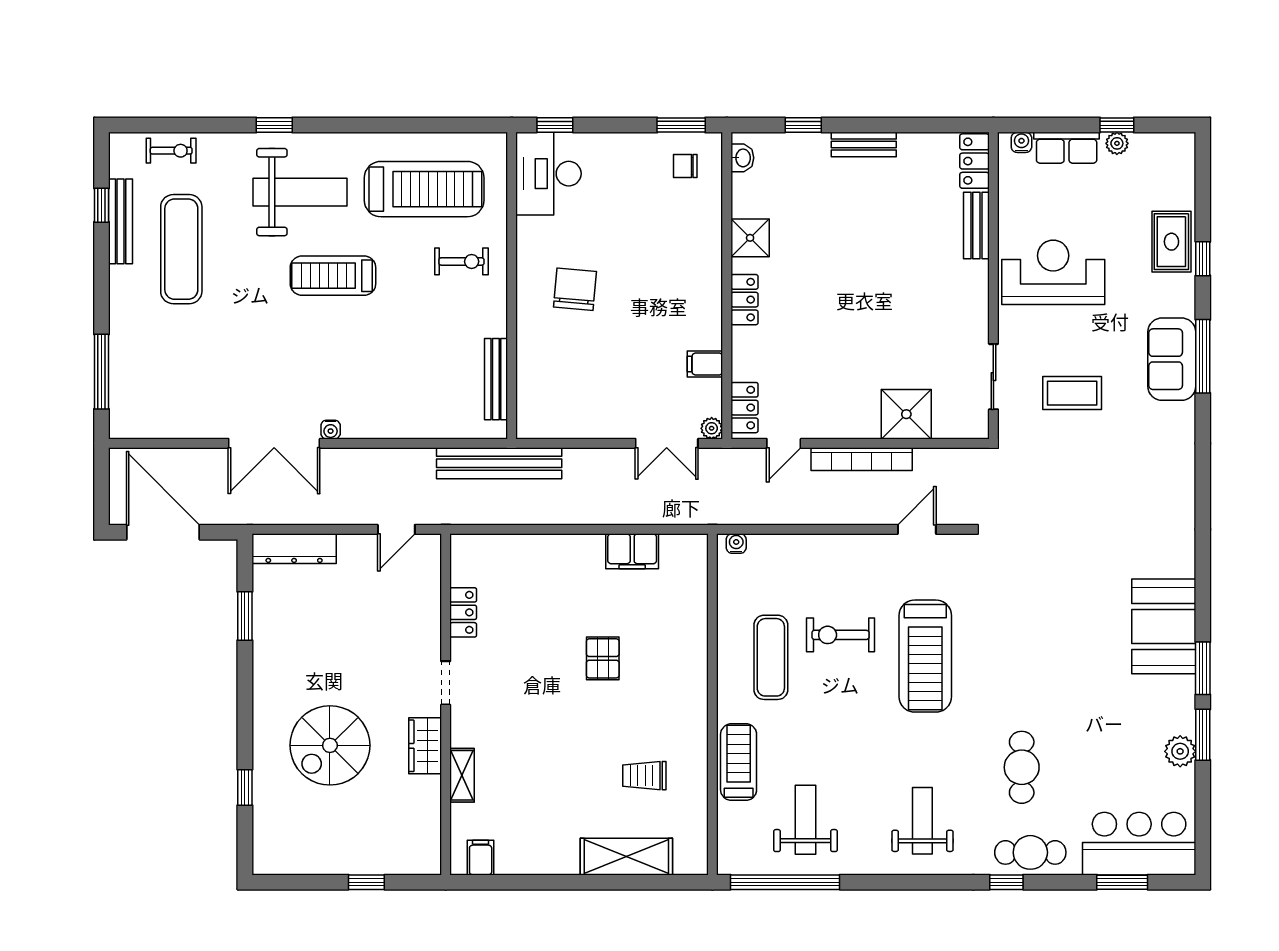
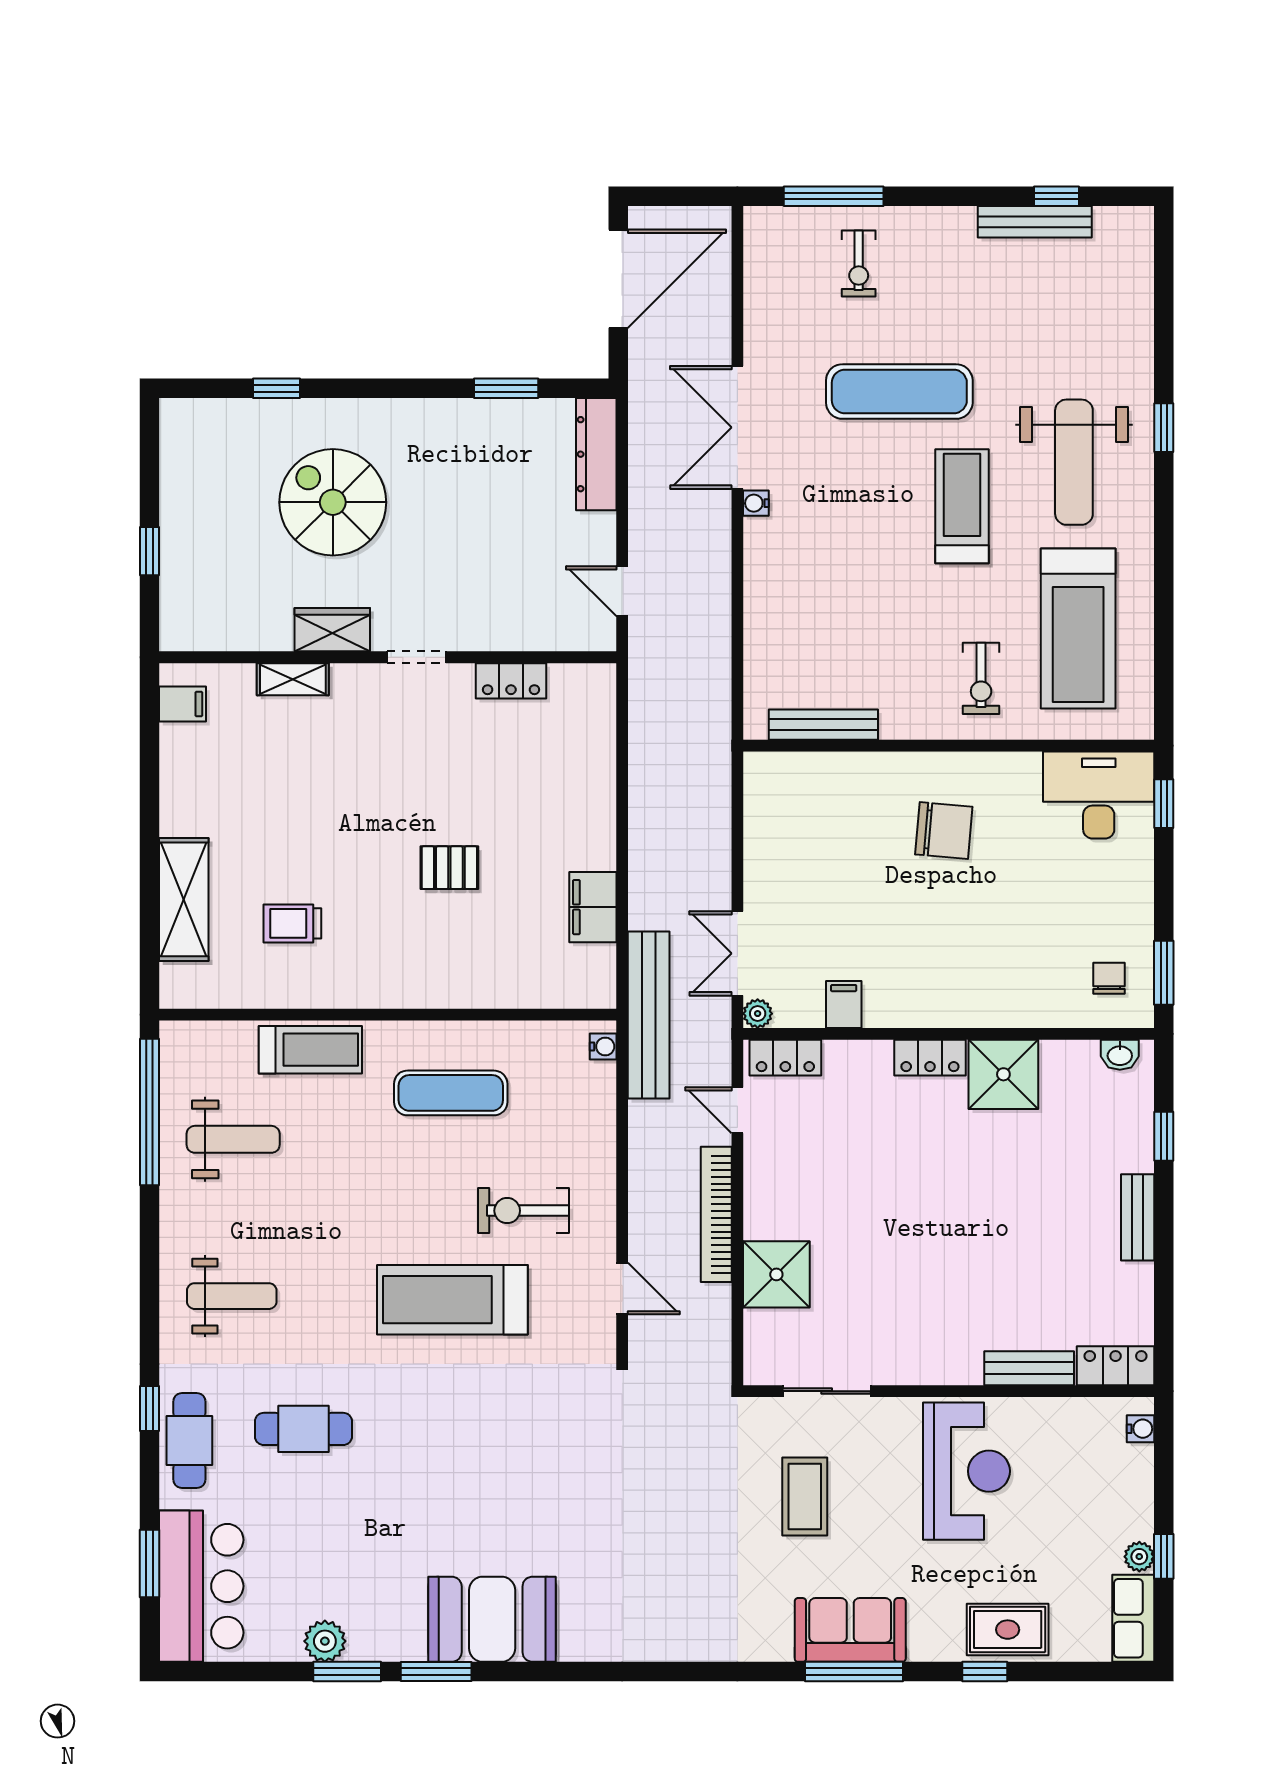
row of seats: (1067, 148) -> (1133, 1618), moved
exercise bike: (171, 151) -> (859, 264), moved
shower: (750, 238) -> (1003, 1074), width x1.36, depth x1.36
exercise mat: (181, 249) -> (899, 392), moved
bench: (499, 463) -> (649, 1015), moved
exercise bike: (840, 635) -> (524, 1211), moved, turned -90
trolley: (644, 776) -> (292, 923), turned -90

